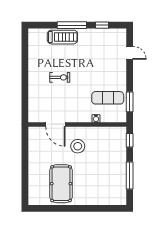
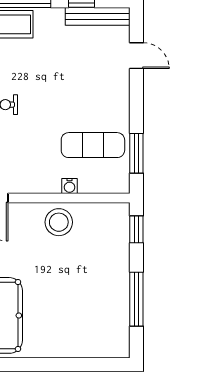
bench: (110, 33) -> (98, 16), added
stool: (78, 146) -> (59, 222), moved

